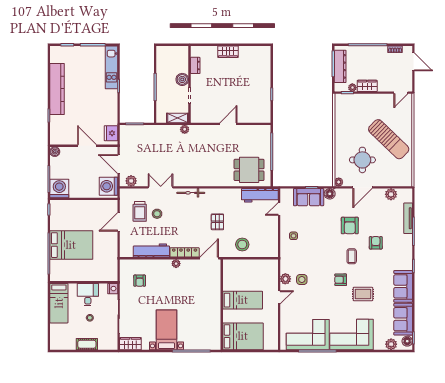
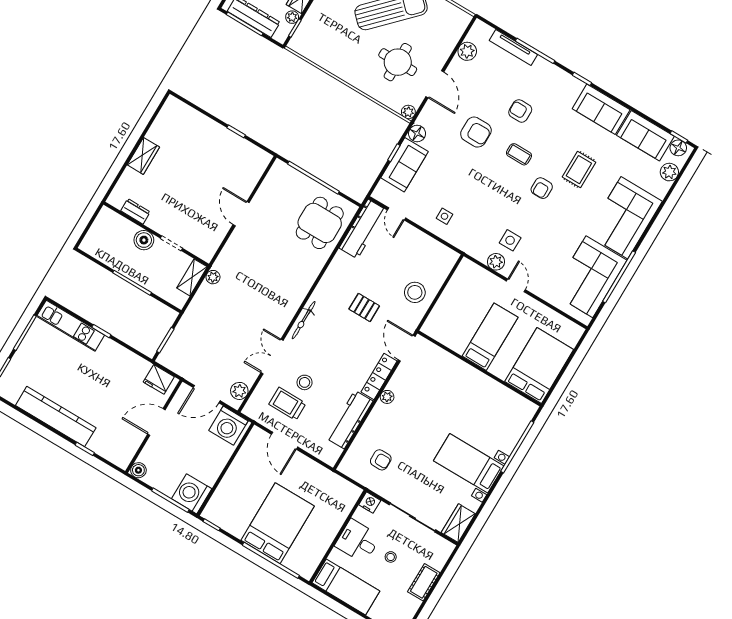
trolley: (140, 211) -> (287, 404), turned 180

